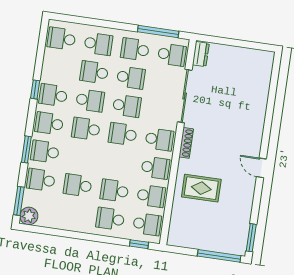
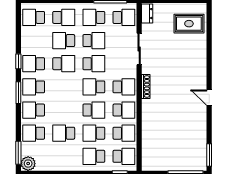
sliding door: (185, 96) -> (139, 49), width x0.73
school desk: (86, 129) -> (94, 110), moved, turned 180
window: (26, 149) -> (18, 93), moved
rug: (201, 188) -> (189, 24), moved

